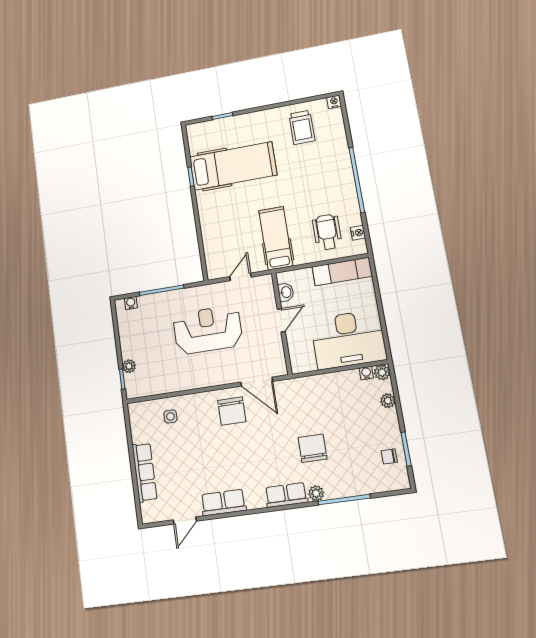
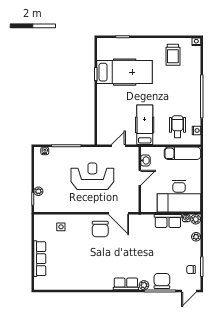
chair: (313, 448) -> (162, 281), moved
row of seats: (223, 502) -> (168, 221), moved, turned 180
door: (185, 521) -> (189, 291), moved

